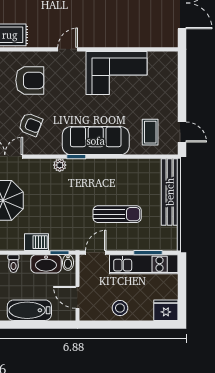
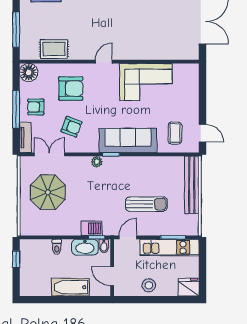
barbecue: (37, 242) -> (92, 228), moved

